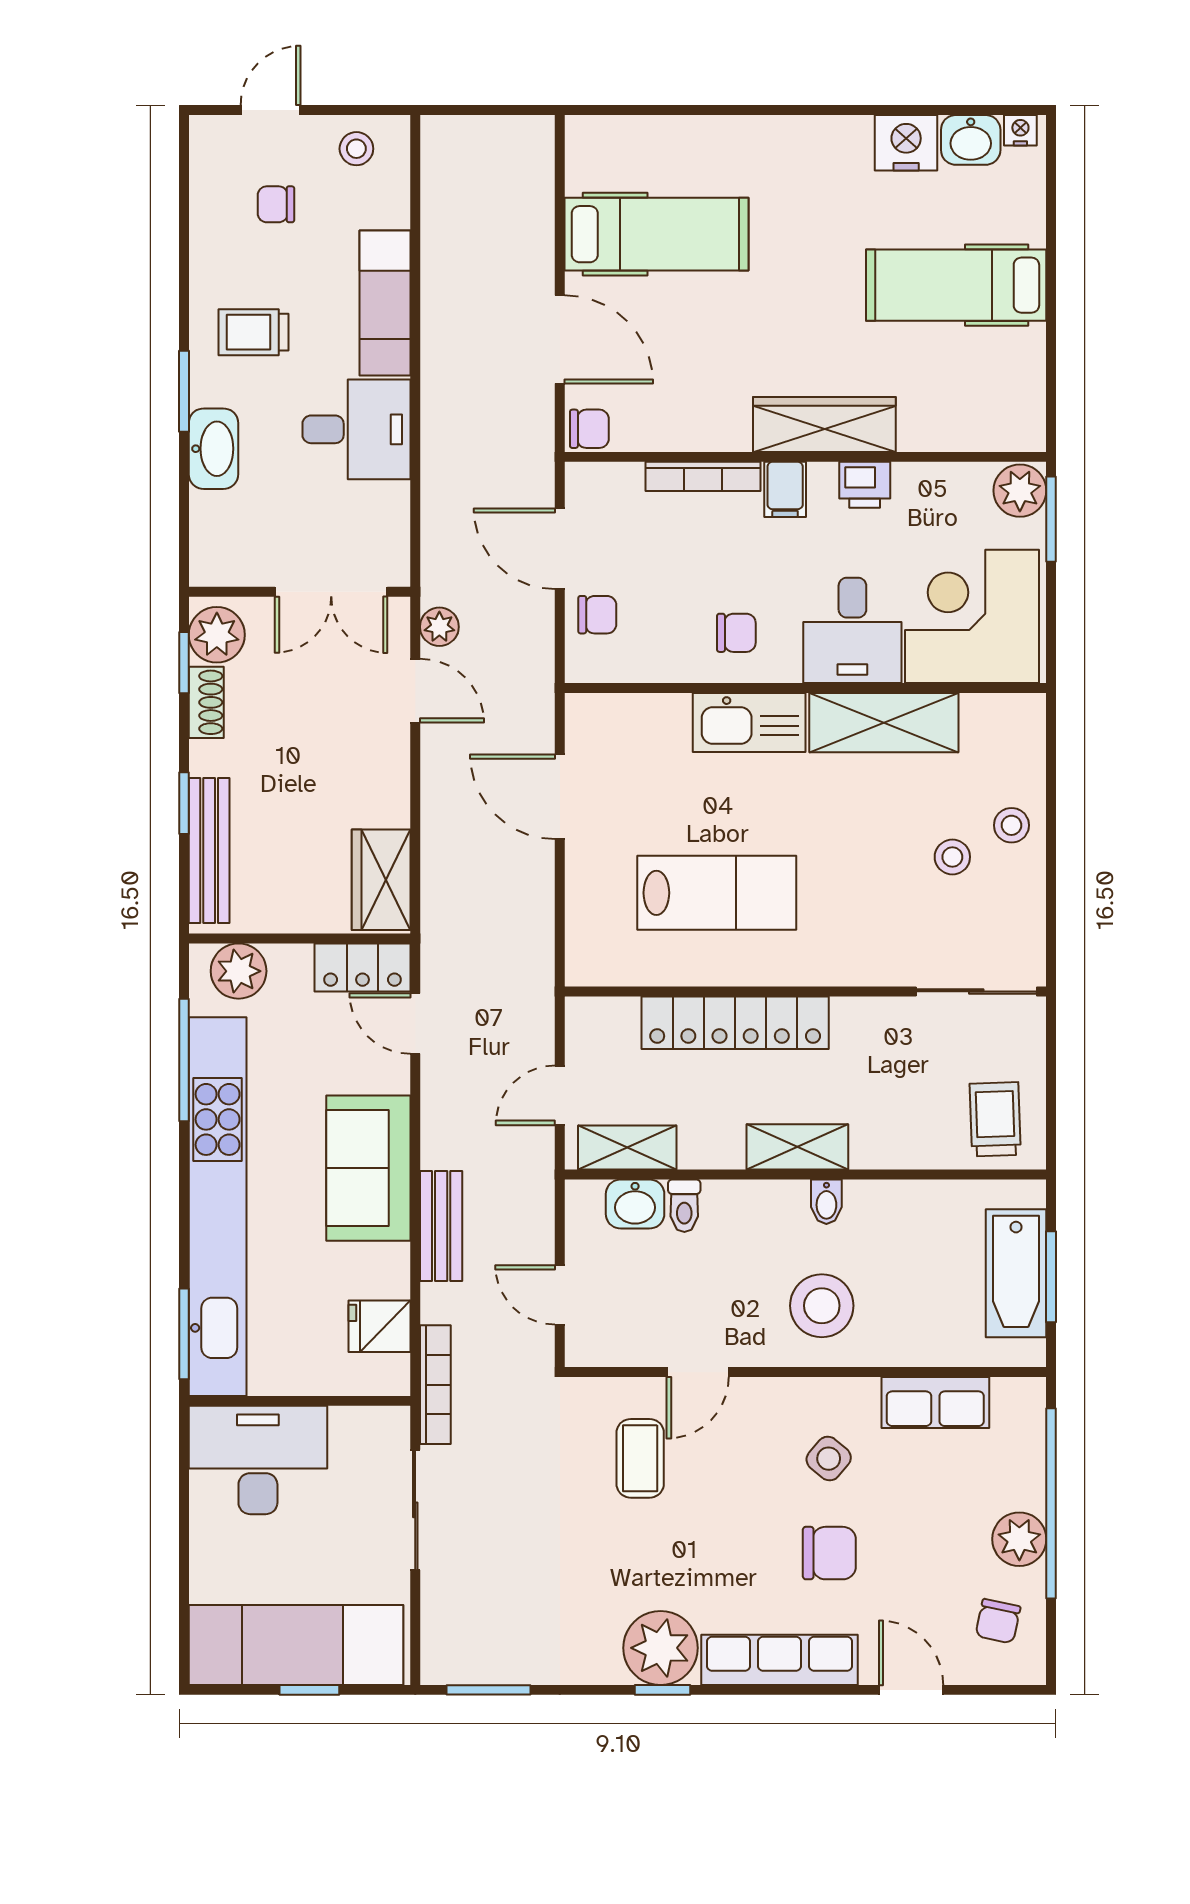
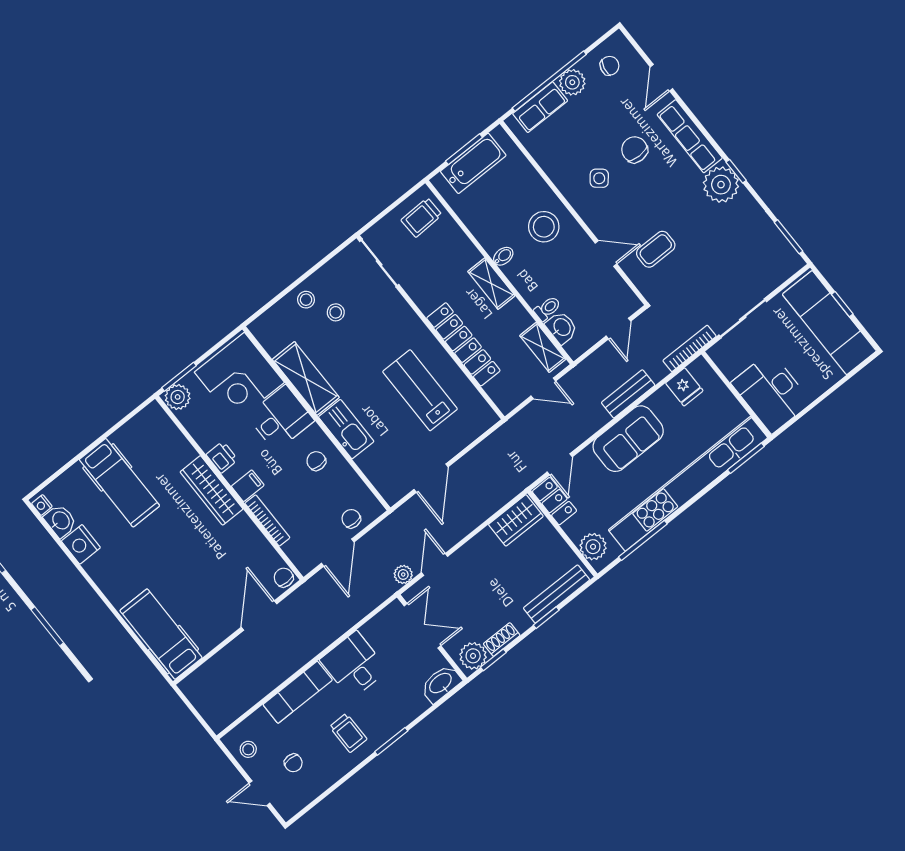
hospital bed: (656, 234) -> (161, 634), moved
washbasin: (213, 449) -> (441, 684), moved
row of seats: (935, 1403) -> (540, 107), moved, turned 90

